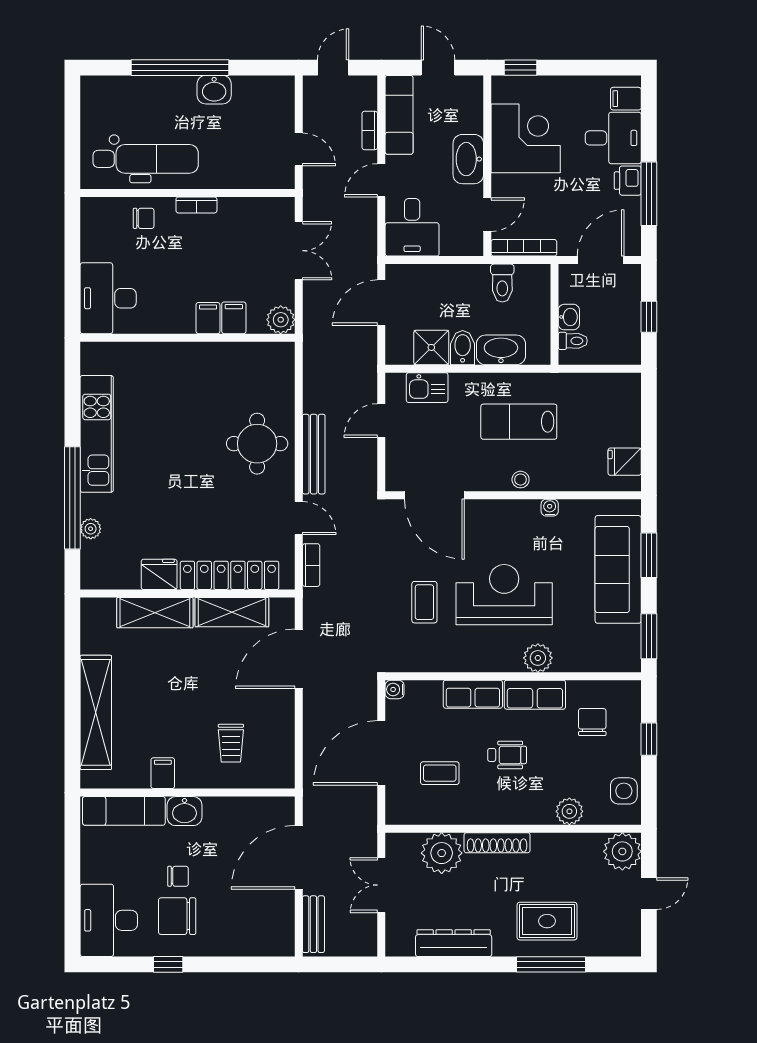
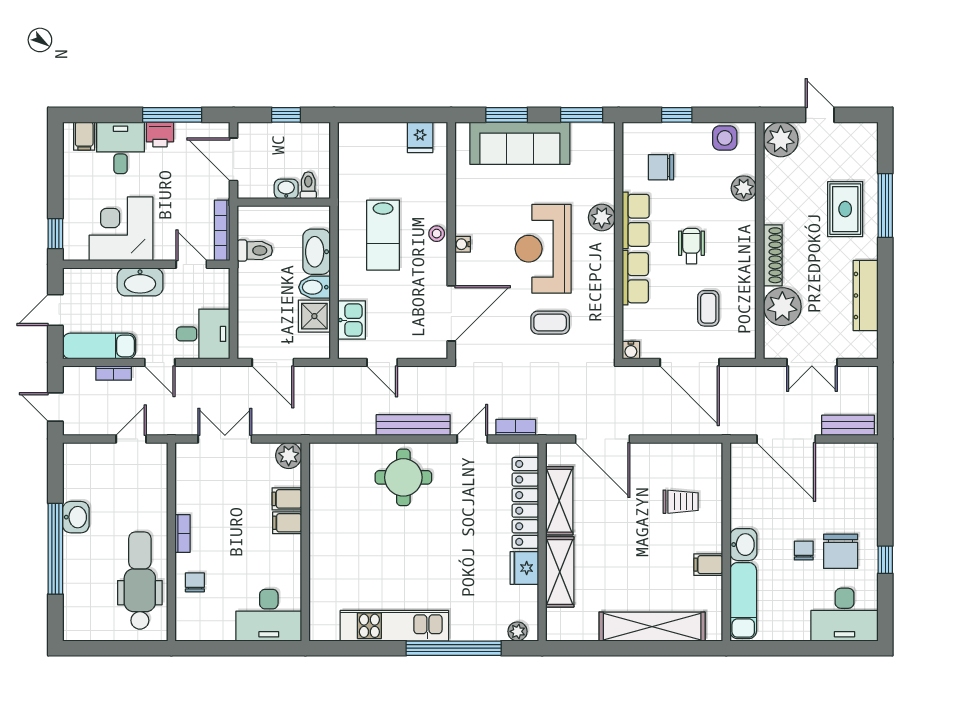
water cooler: (550, 508) -> (463, 244), moved
plant: (91, 529) -> (517, 631), moved

